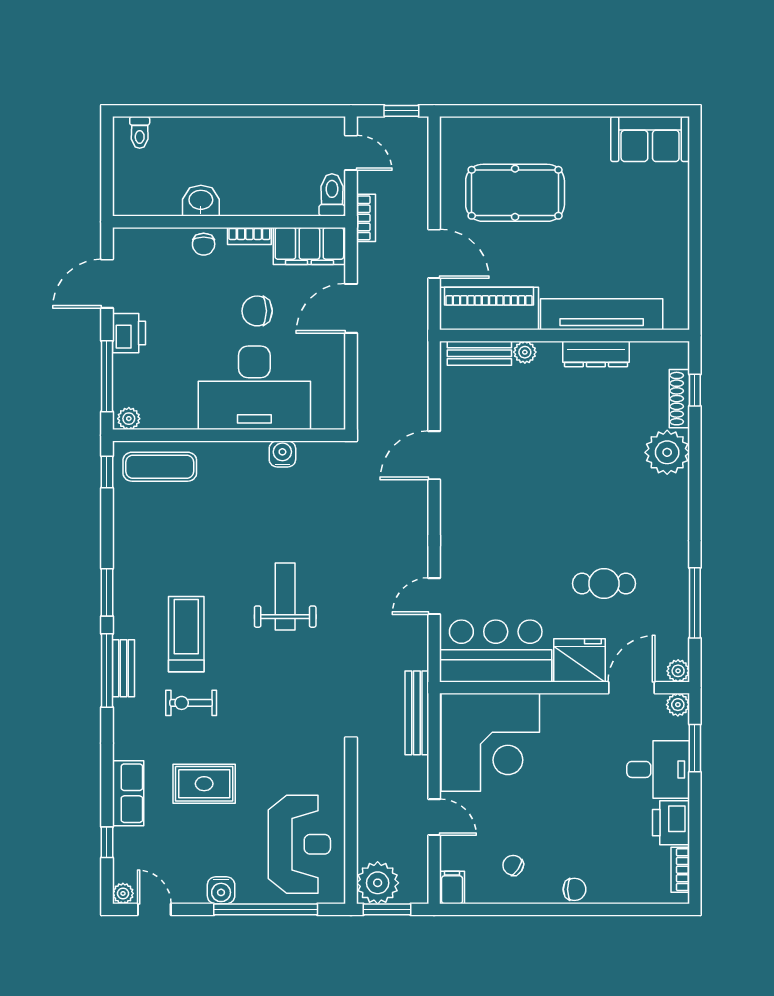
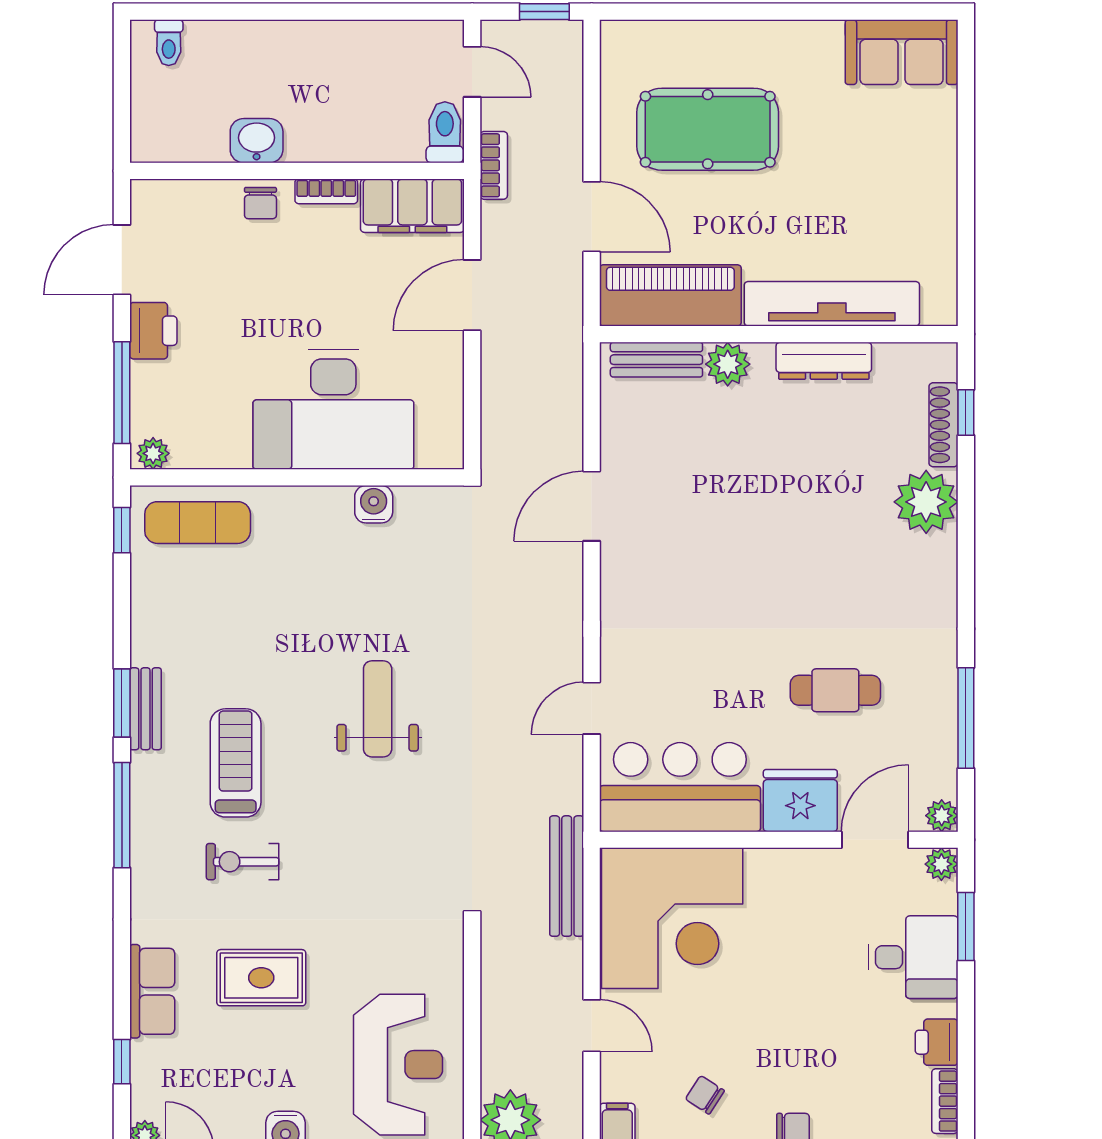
chair: (257, 311) -> (337, 299), removed
plant: (525, 352) -> (728, 364), width x1.38, depth x1.38
bench: (123, 668) -> (145, 709), moved
printer: (671, 823) -> (937, 1042), width x0.73, depth x0.81

